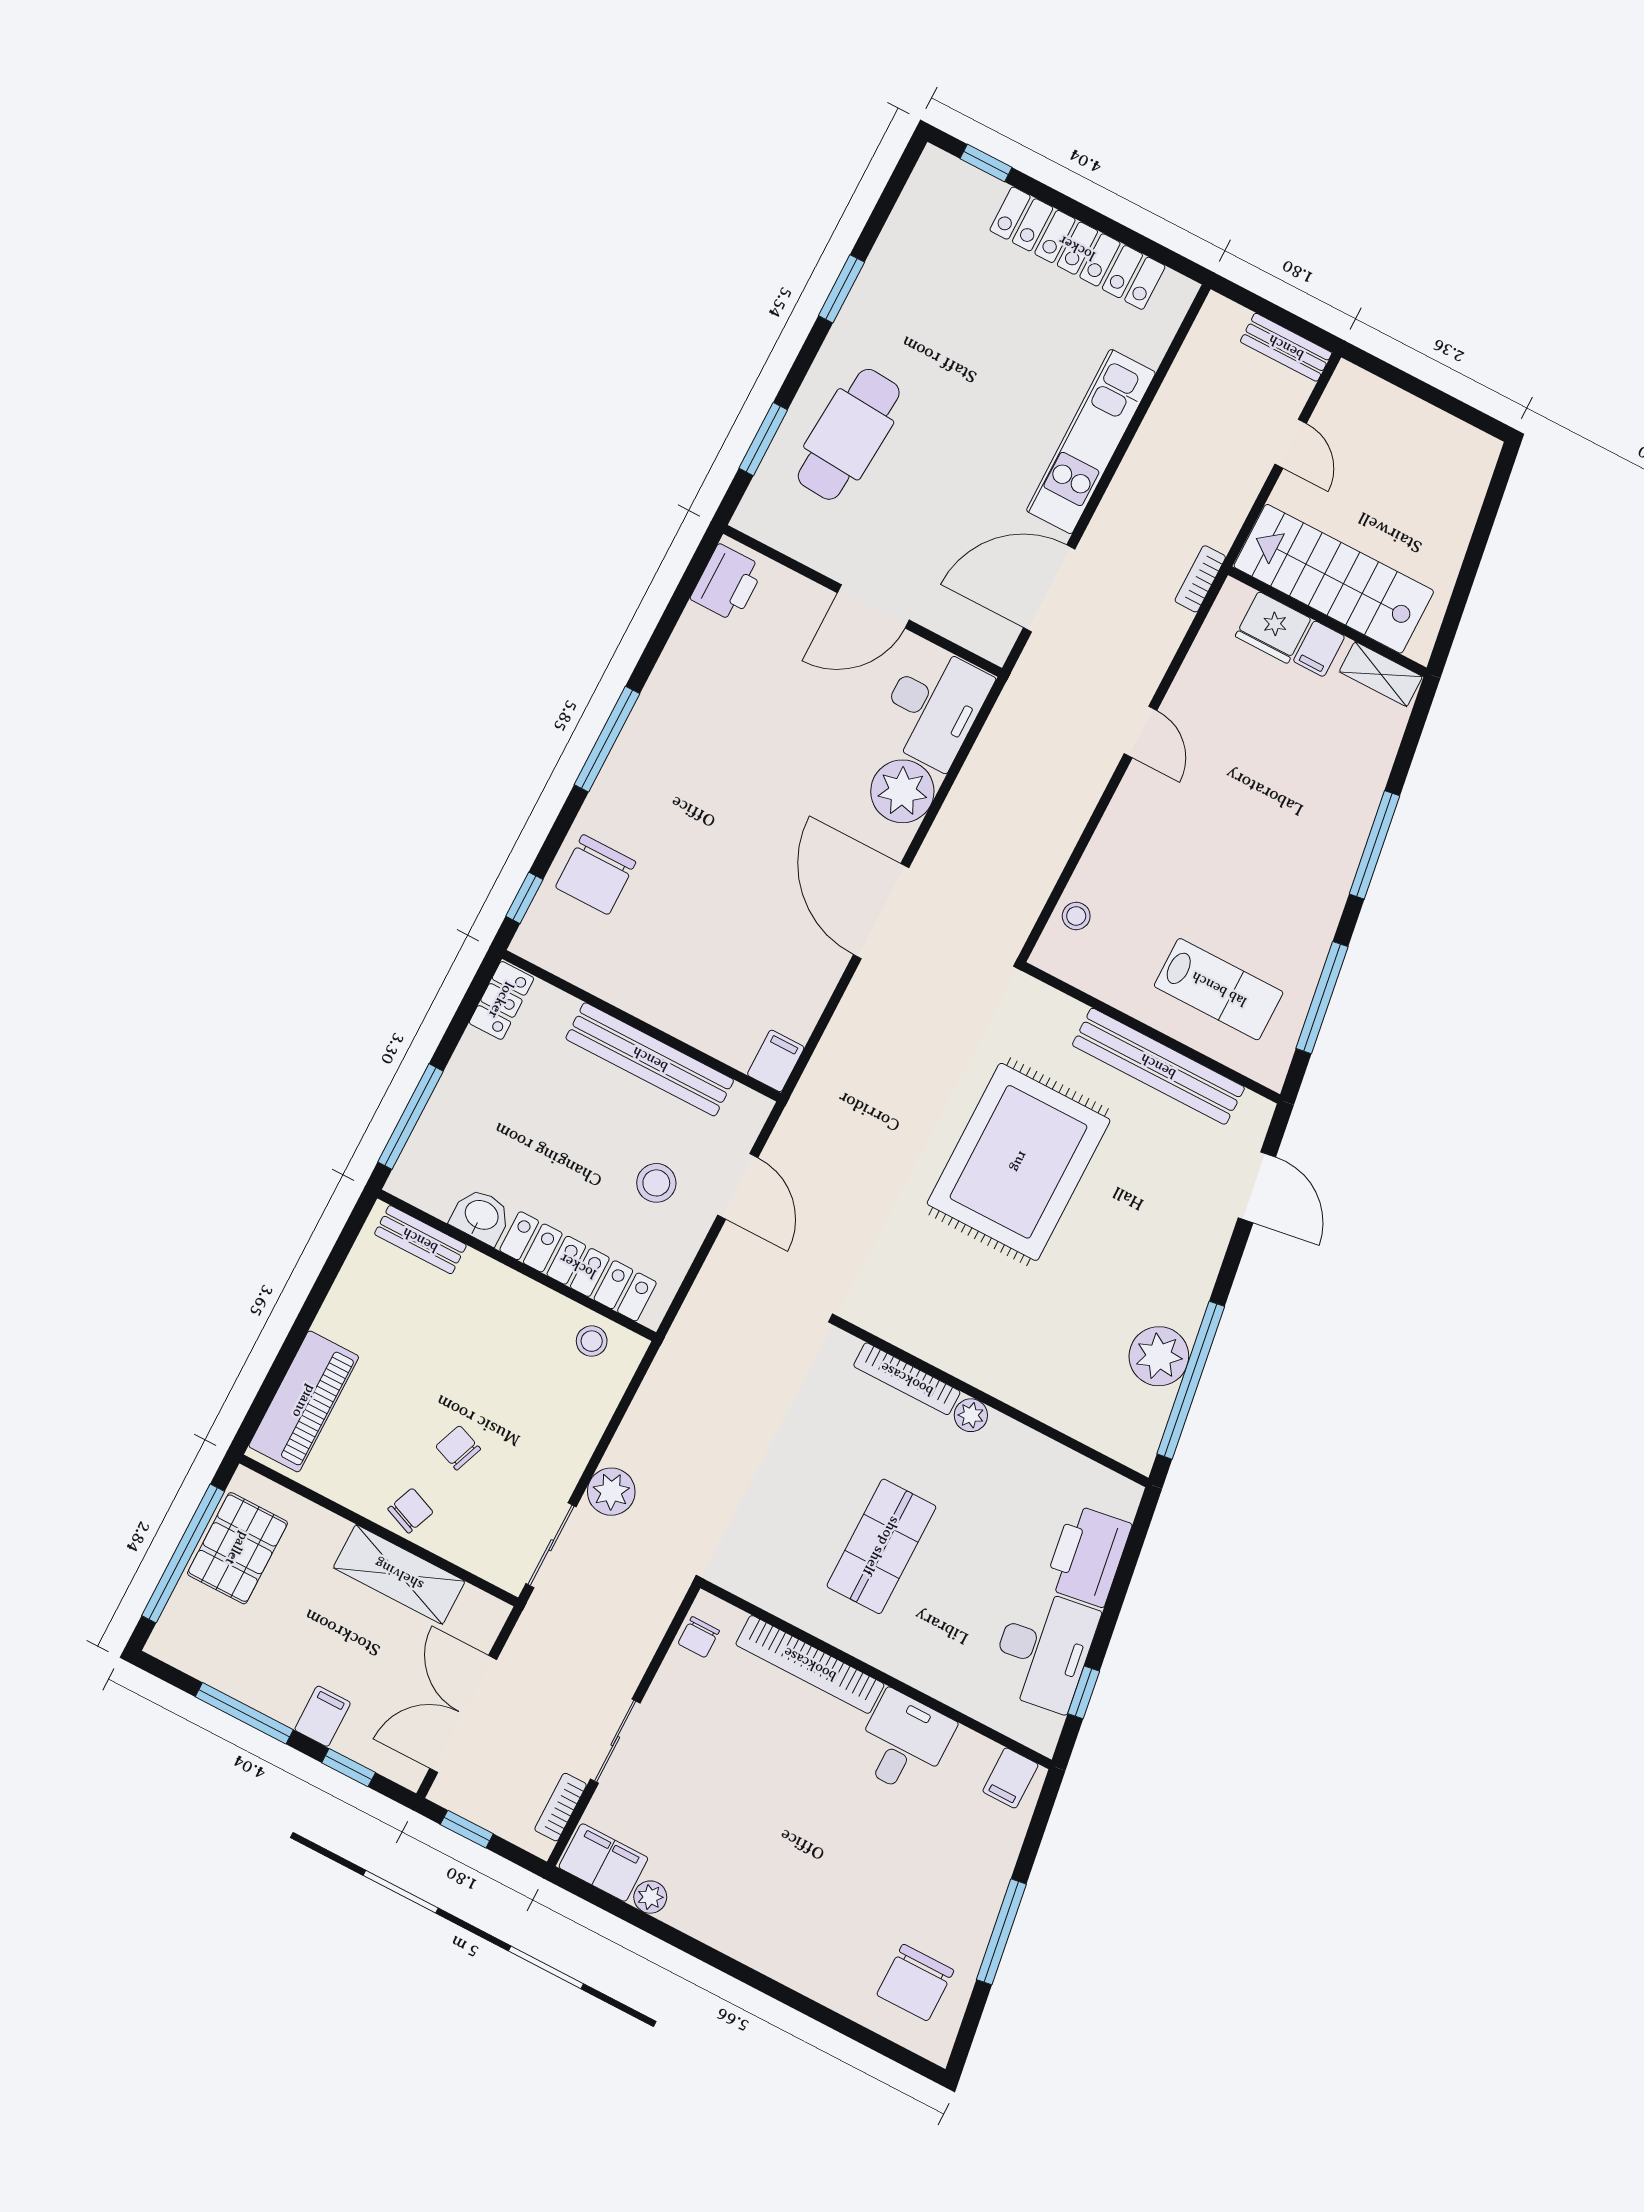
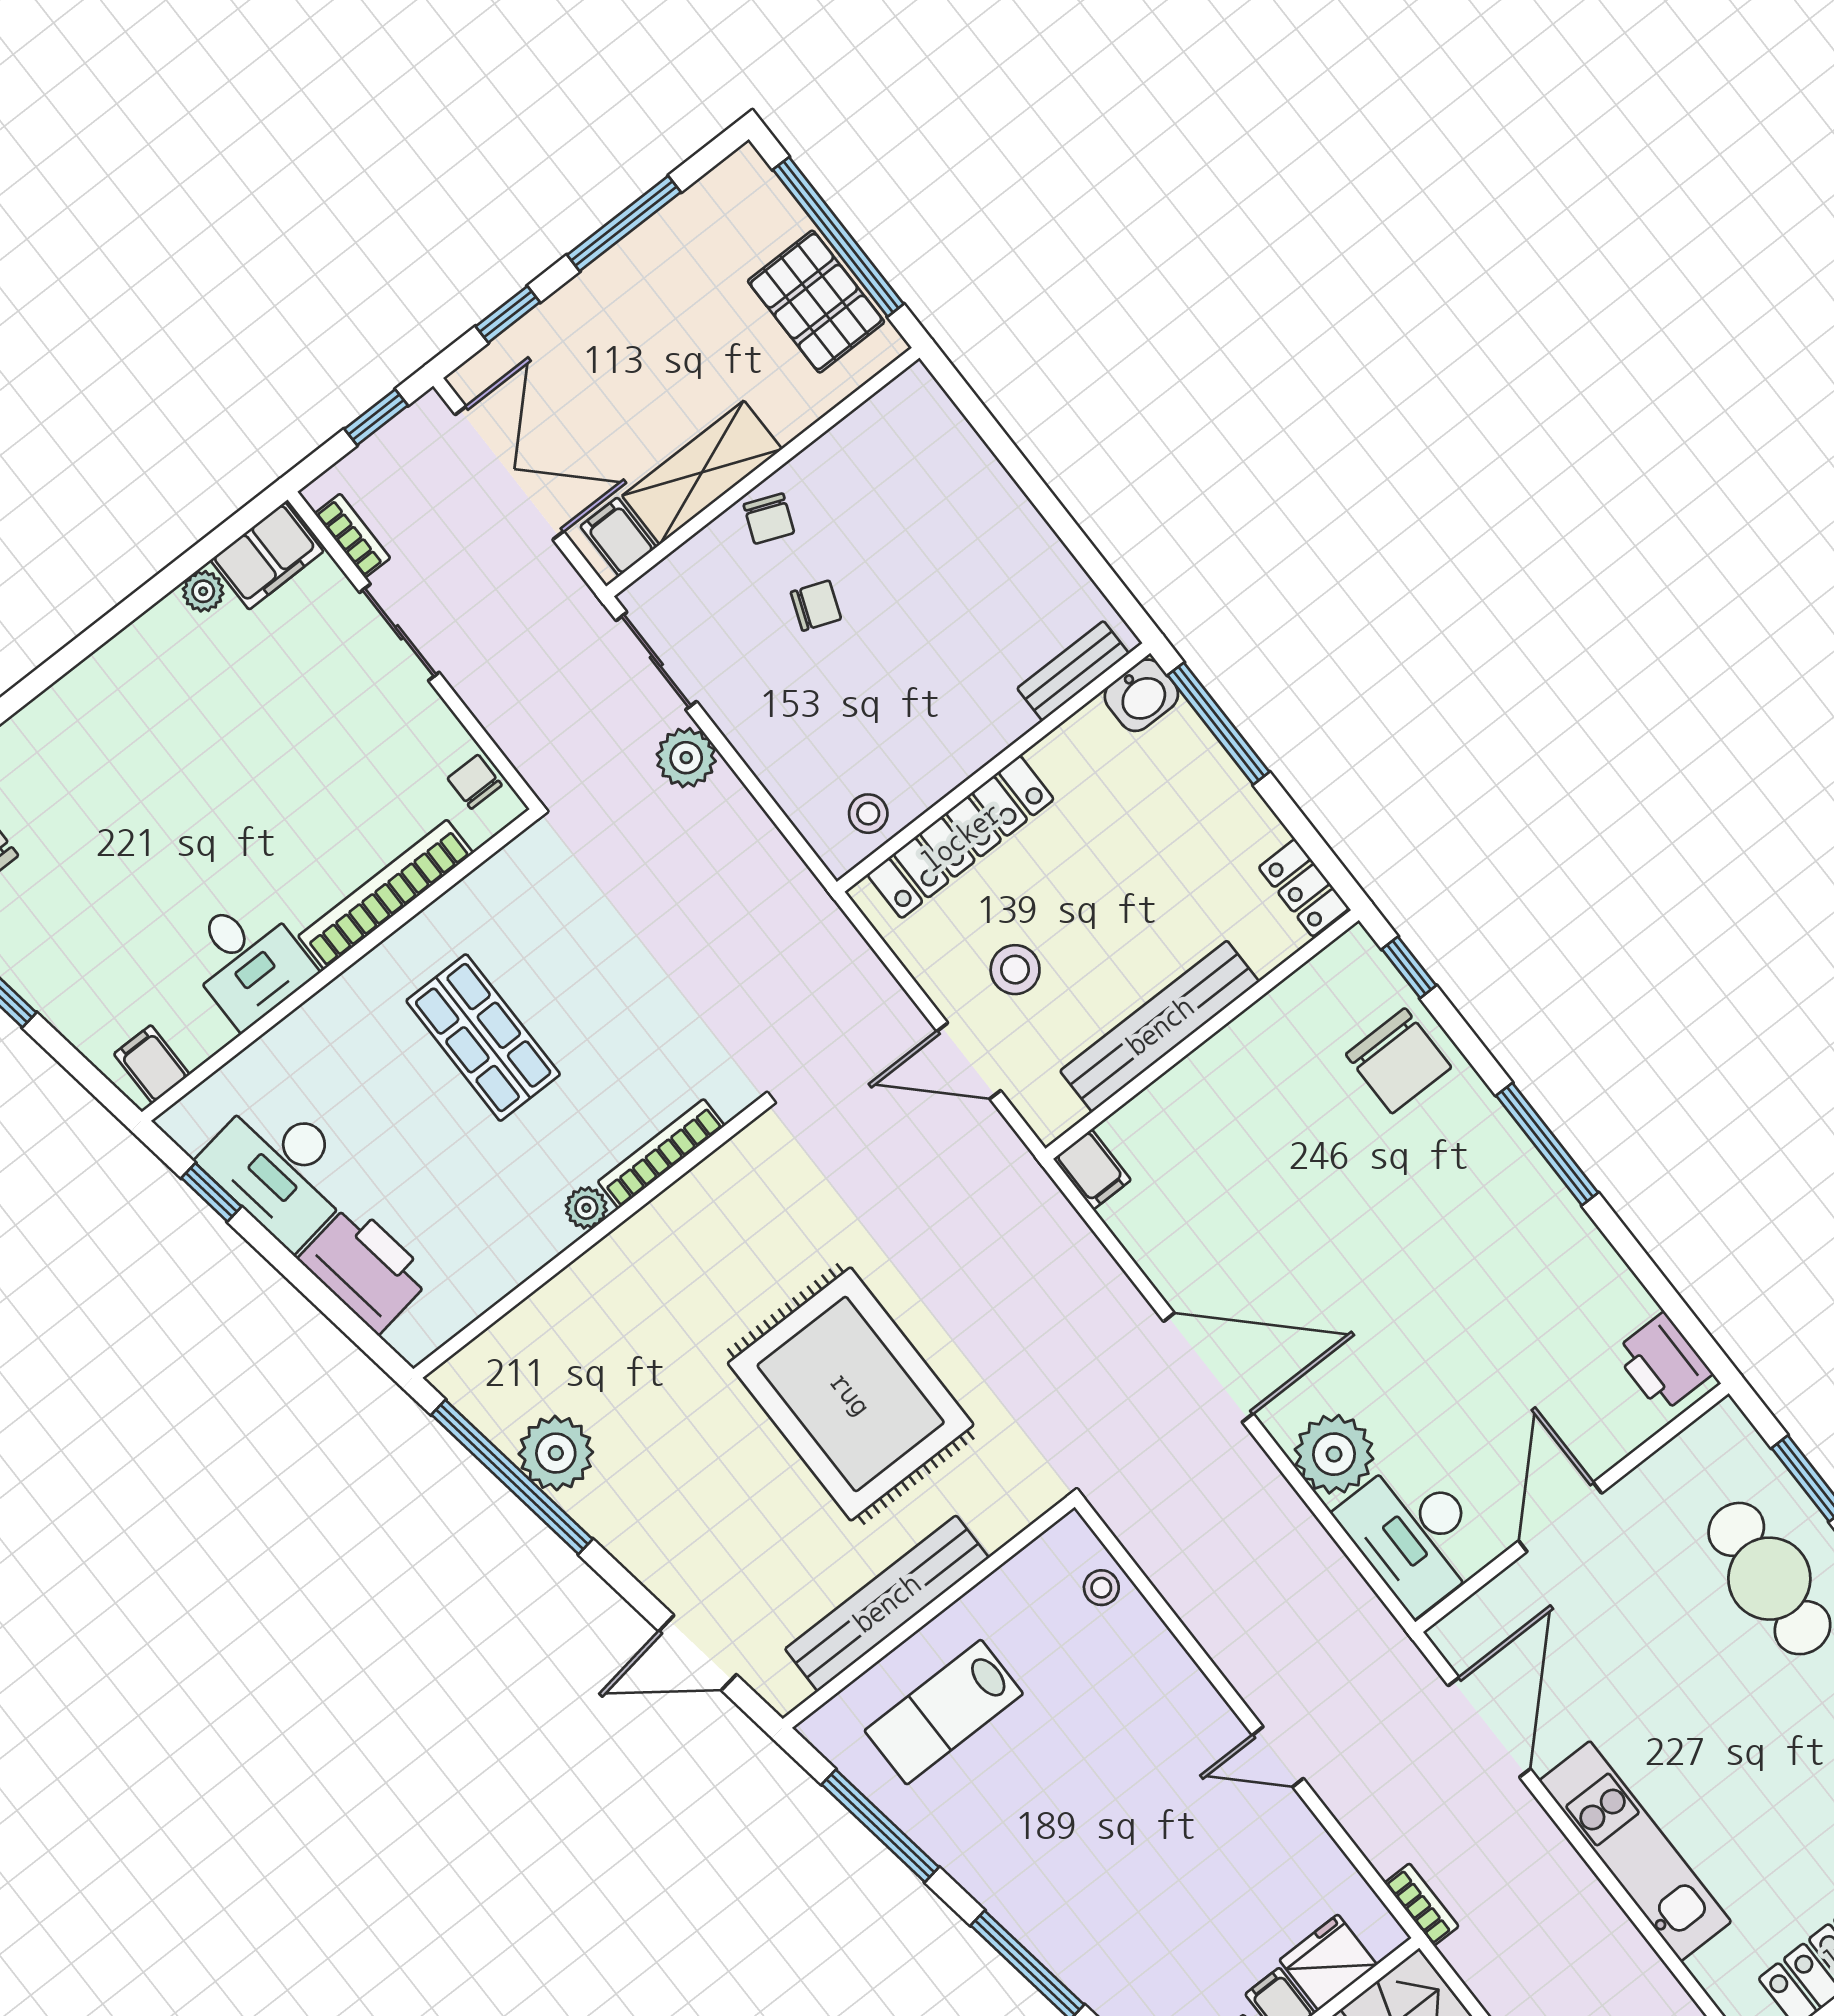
chair: (596, 875) -> (1399, 1061), turned 180
washbasin: (481, 1216) -> (1141, 695), moved
piano: (304, 1401) -> (949, 454), removed
filing cabinet: (323, 1716) -> (618, 537), moved, turned 180

